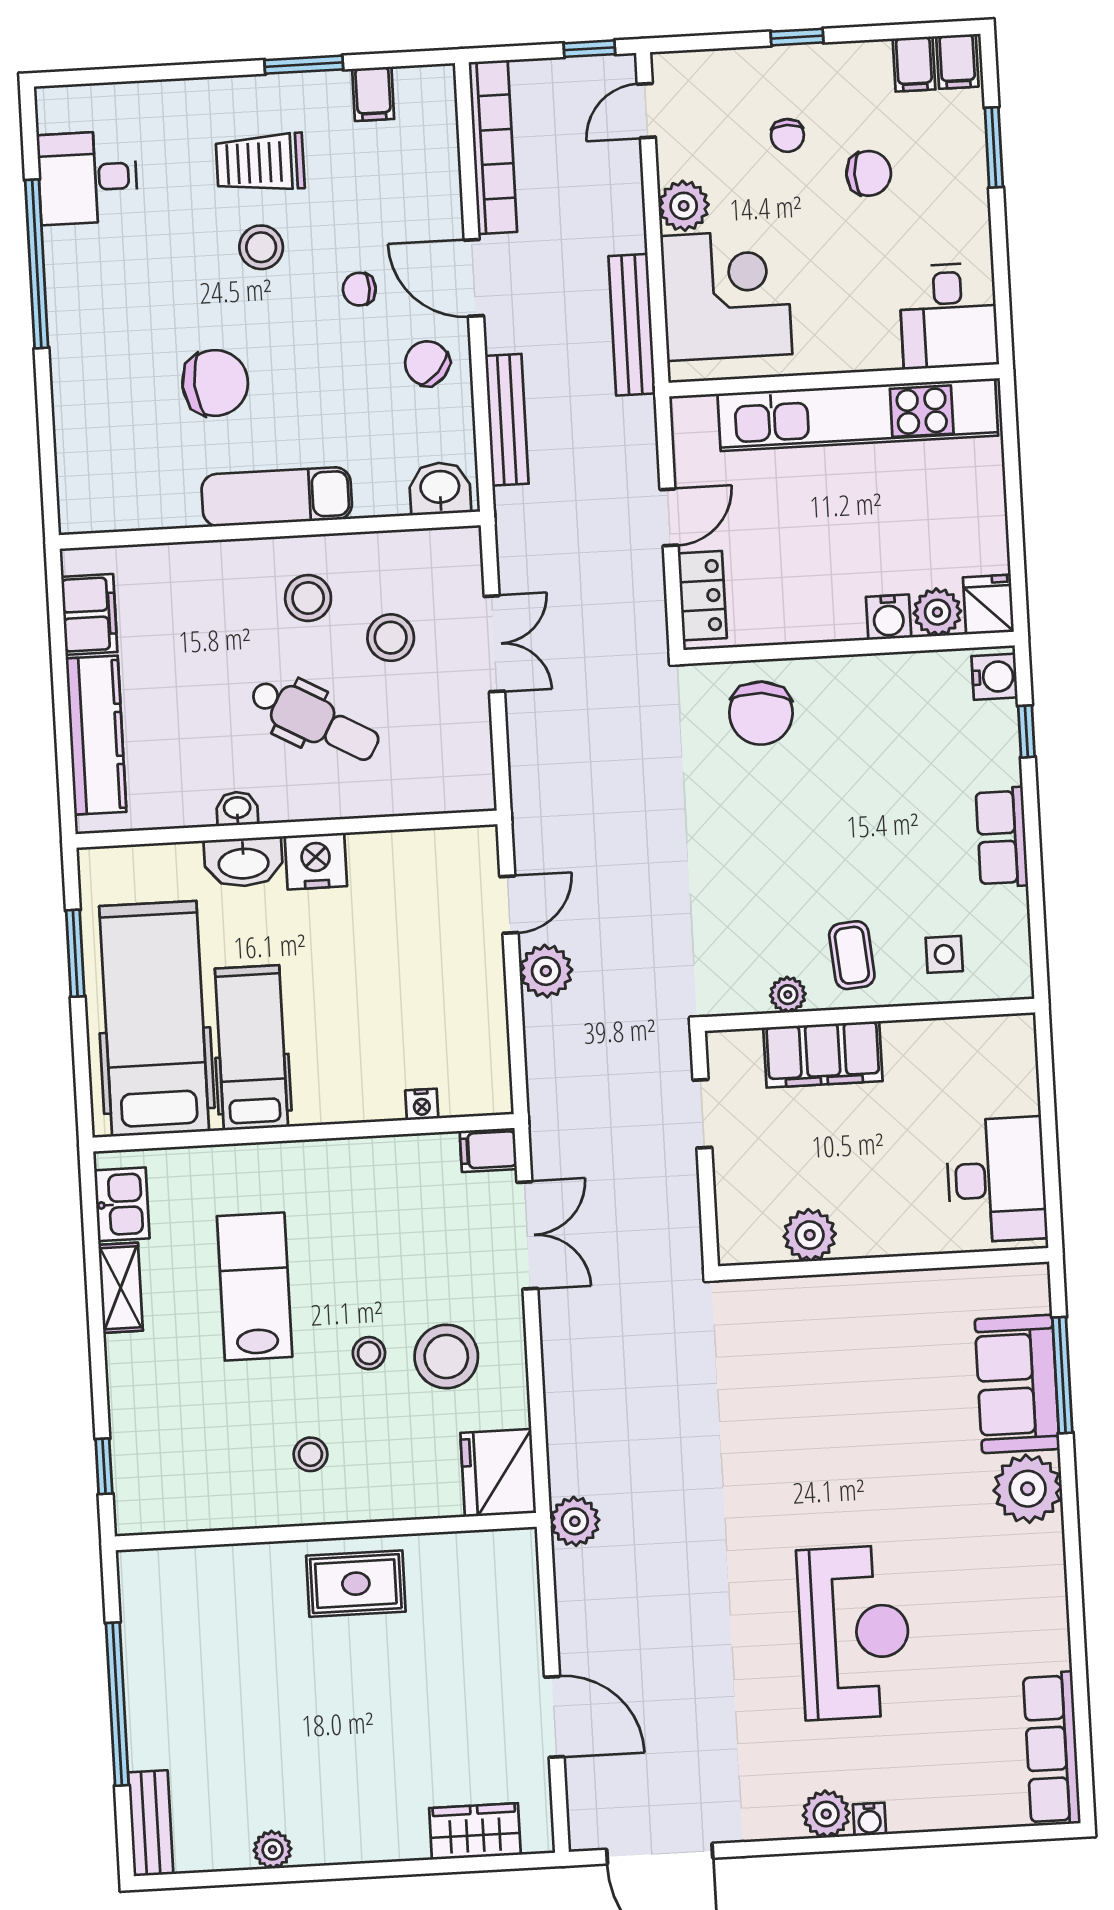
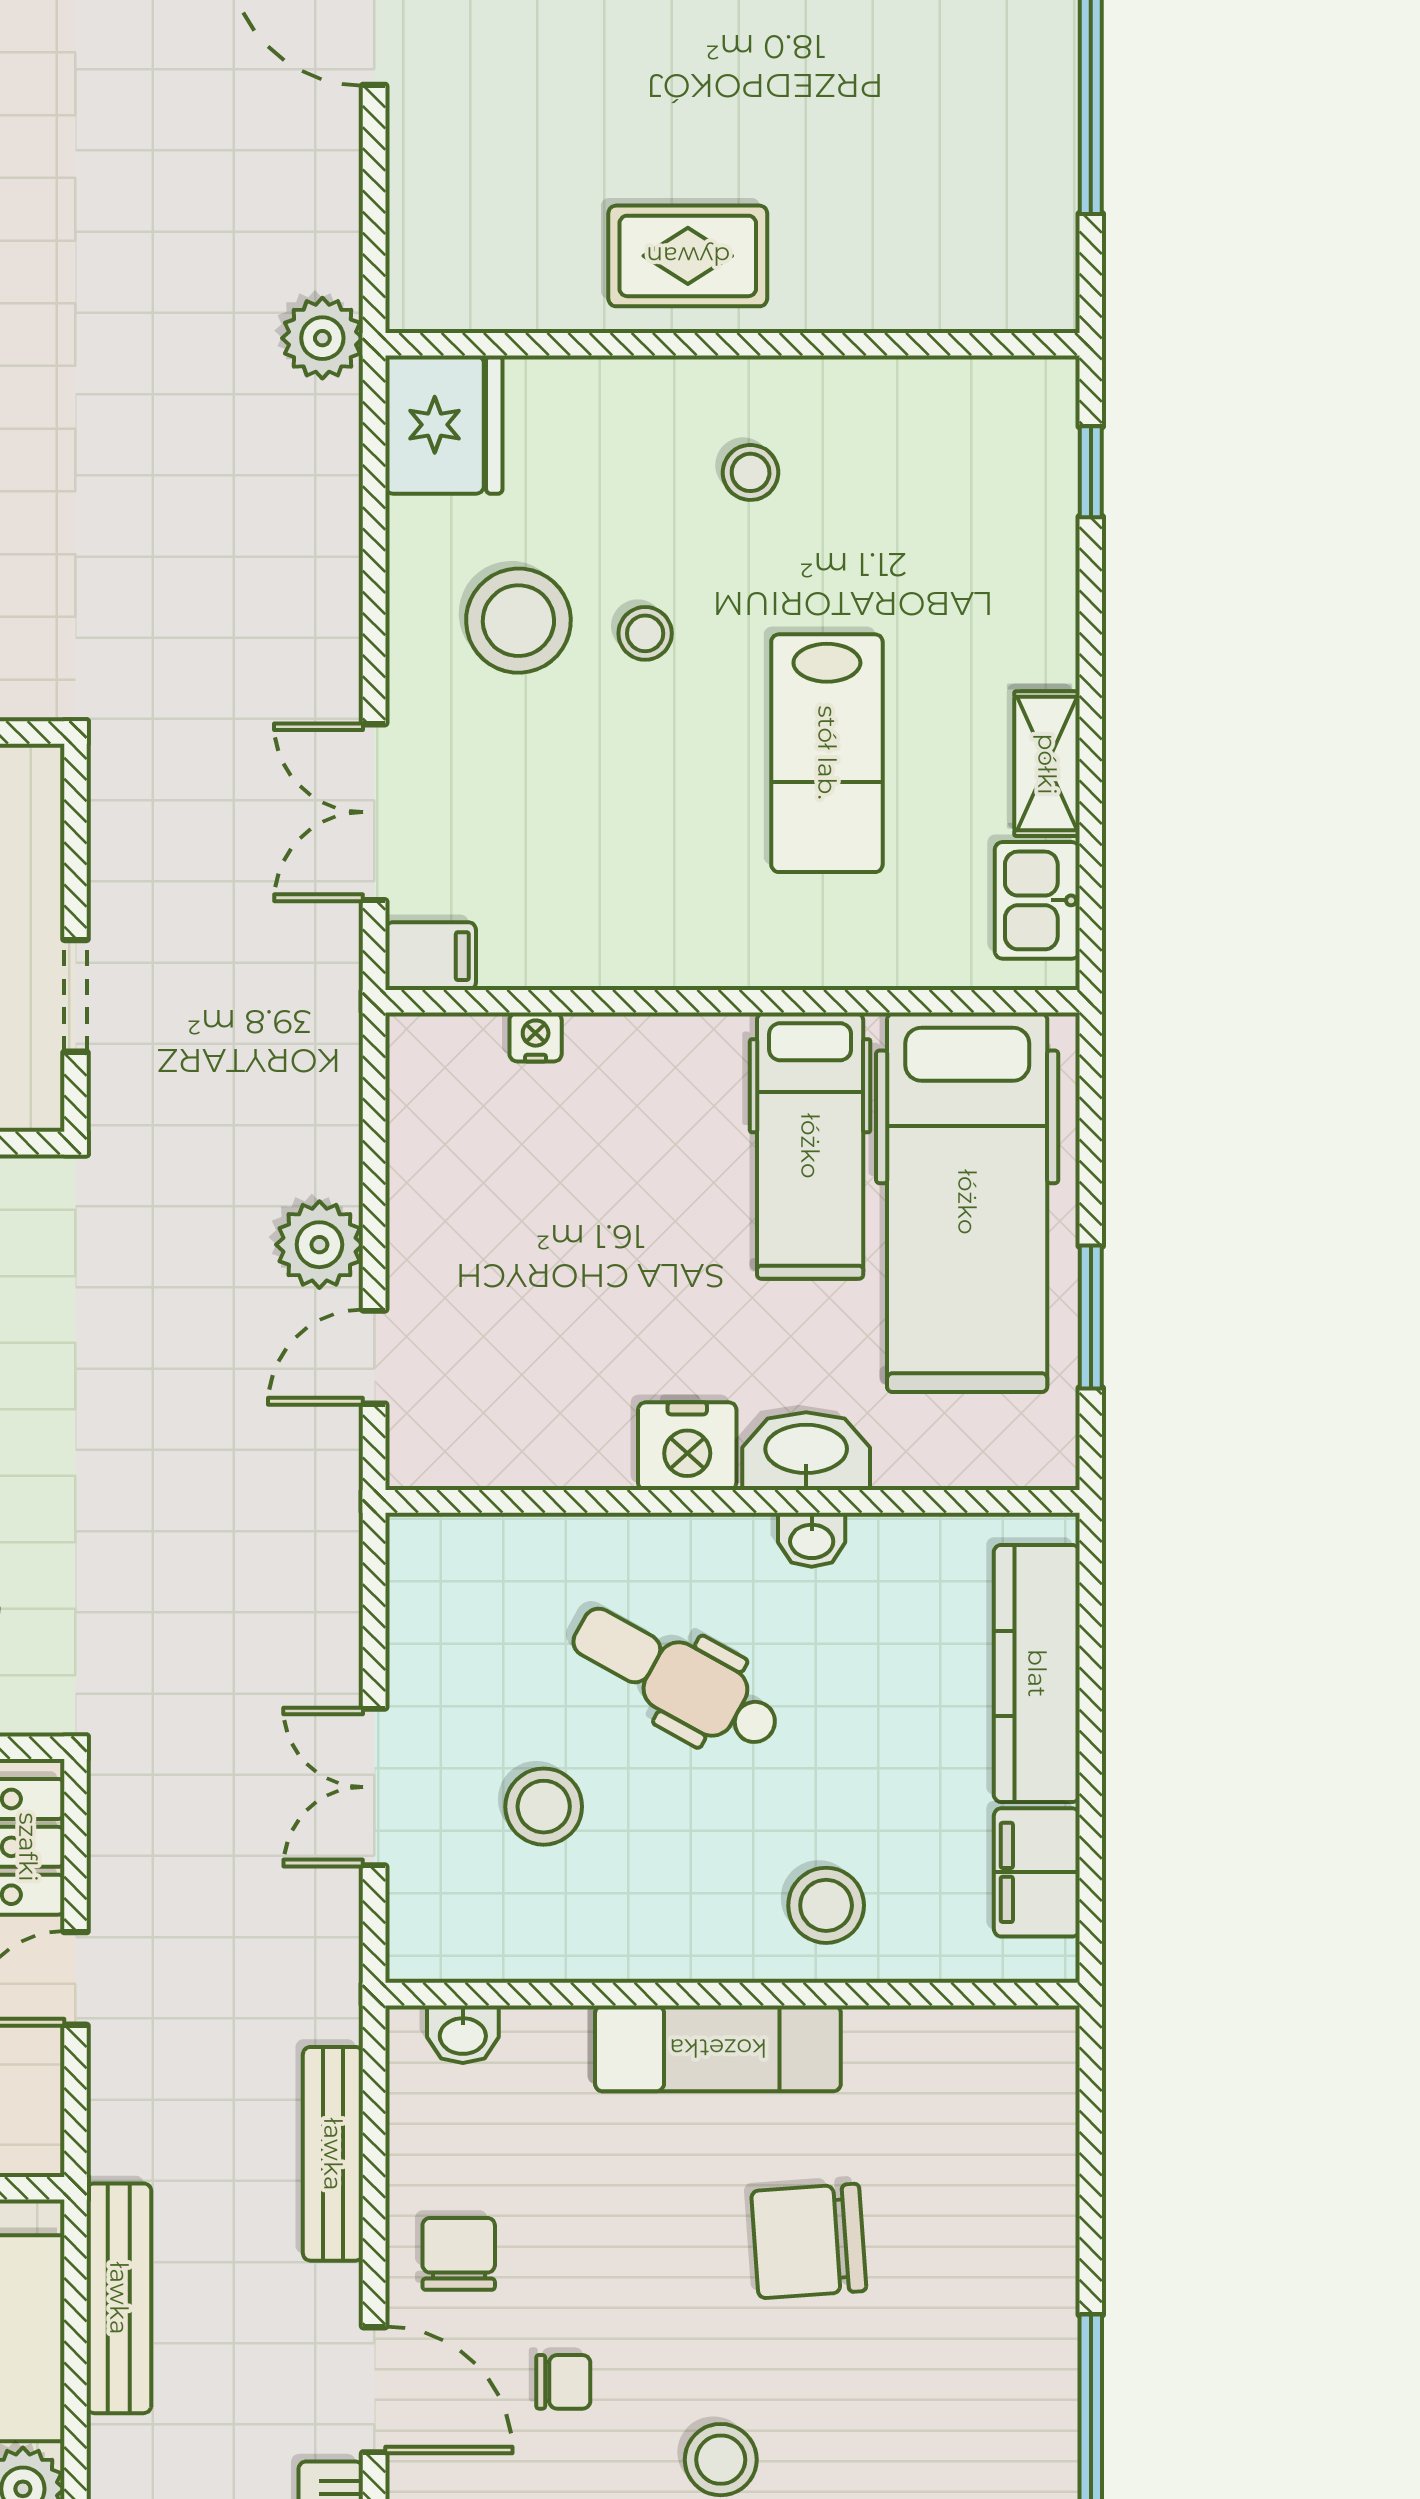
chair: (427, 363) -> (459, 2254), turned -132
washbasin: (440, 488) -> (463, 2034), width x0.72, depth x0.69
stool: (308, 598) -> (826, 1905), moved

